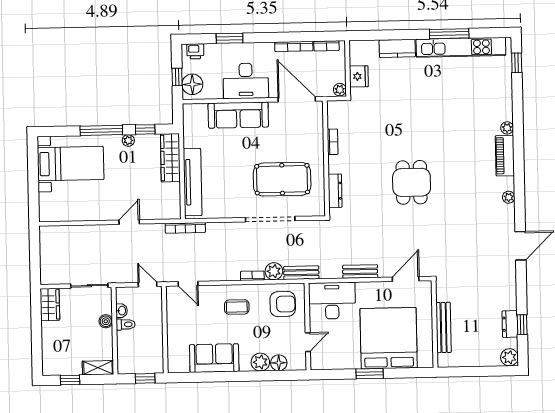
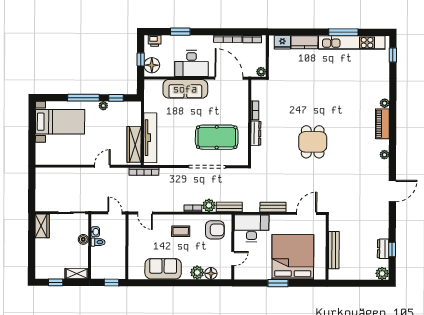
fridge: (359, 76) -> (282, 42), moved, turned 90
wardrobe: (170, 158) -> (134, 144), moved
dresser: (335, 191) -> (256, 133), moved

